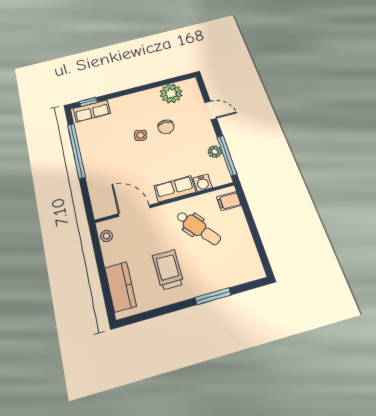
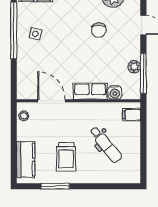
side table: (140, 135) -> (35, 34), moved
dental chair: (198, 228) -> (106, 145), moved
trolley: (168, 270) -> (66, 157), turned 180
window: (213, 296) -> (55, 186), moved

